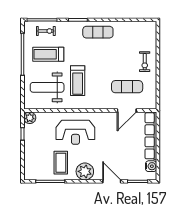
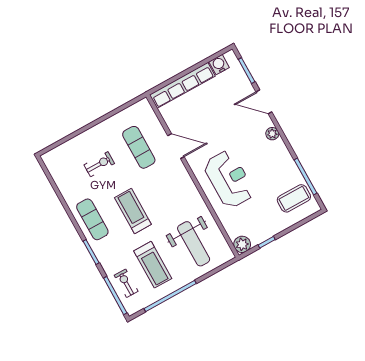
exercise bike: (145, 62) -> (99, 164), moved
treadmill: (78, 81) -> (133, 211), moved, turned -90
door: (127, 110) -> (176, 146), moved
coffee table: (61, 163) -> (294, 198), moved
plant: (85, 171) -> (272, 134), width x0.53, depth x0.53
door: (112, 181) -> (264, 102), hinge flipped

